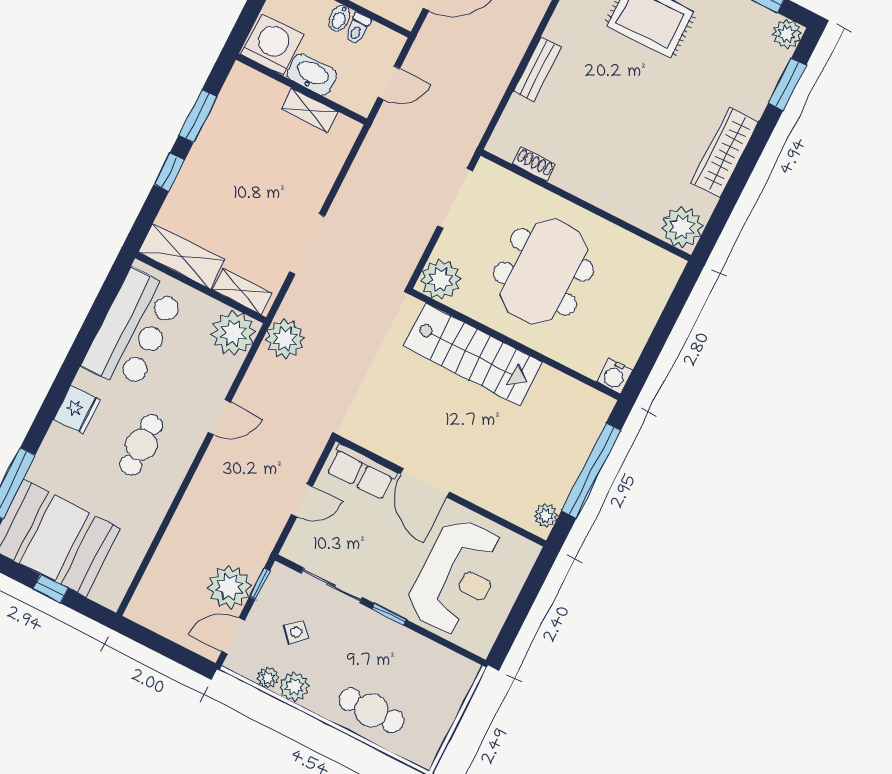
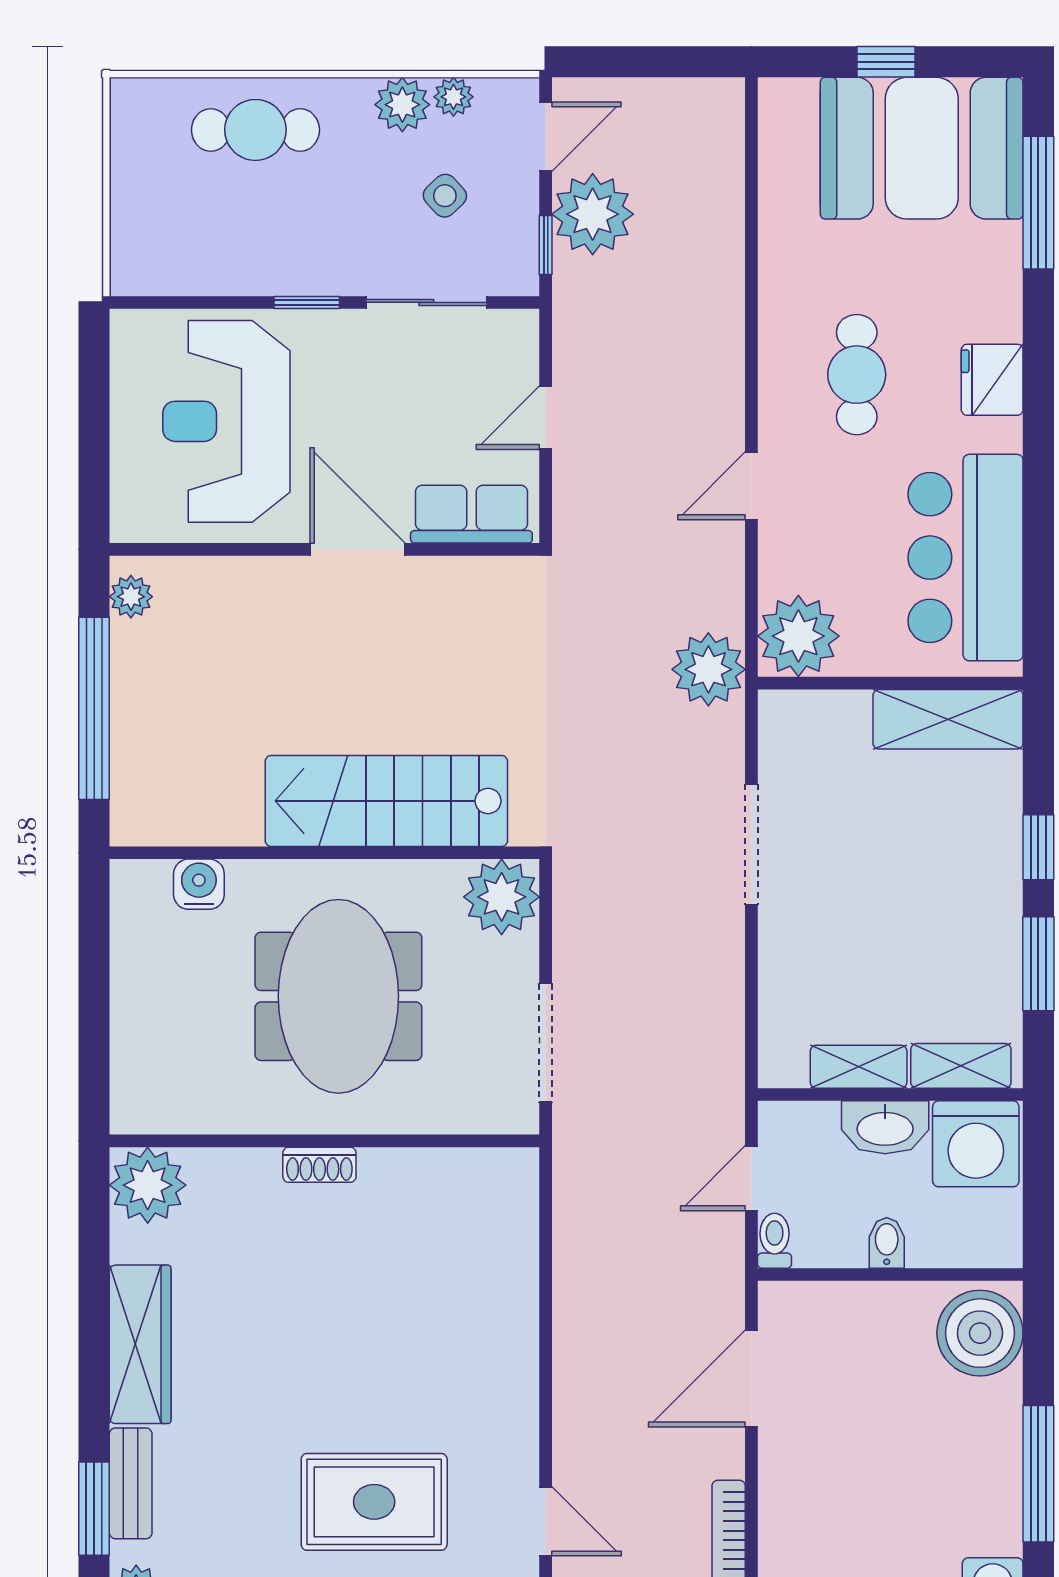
toilet: (357, 29) -> (775, 1241), moved
bench: (537, 70) -> (131, 1483), moved
shoe rack: (534, 165) -> (319, 1165), moved
shelving: (242, 291) -> (961, 1066), moved
water cooler: (615, 376) -> (199, 884), moved

